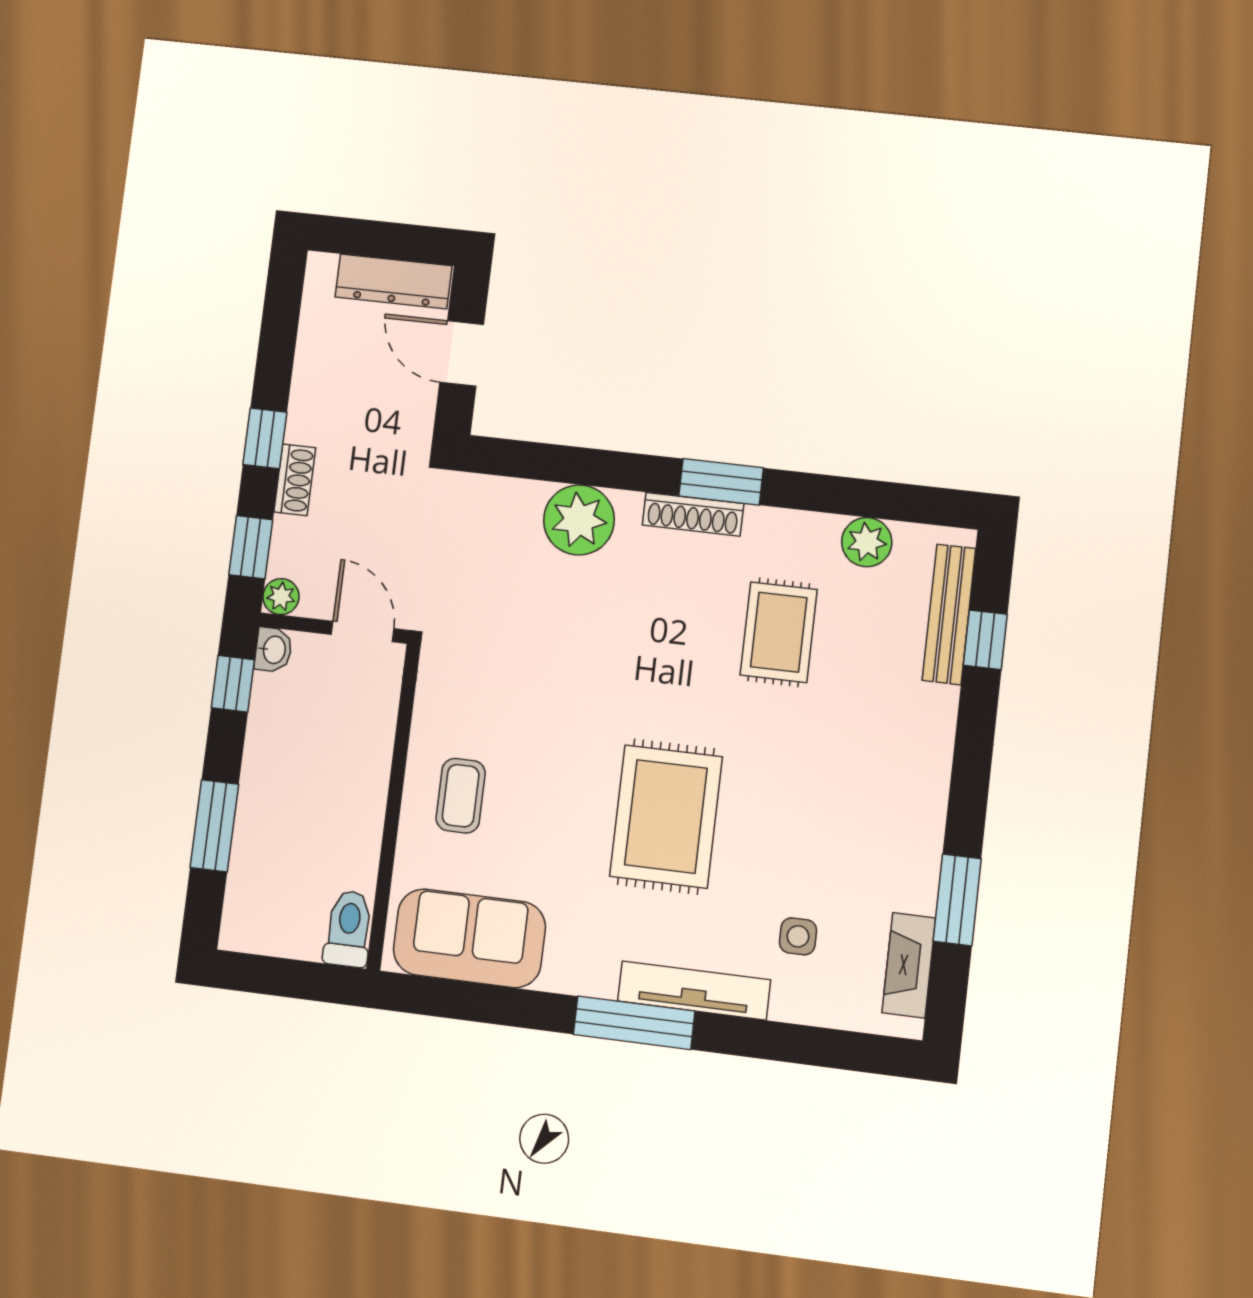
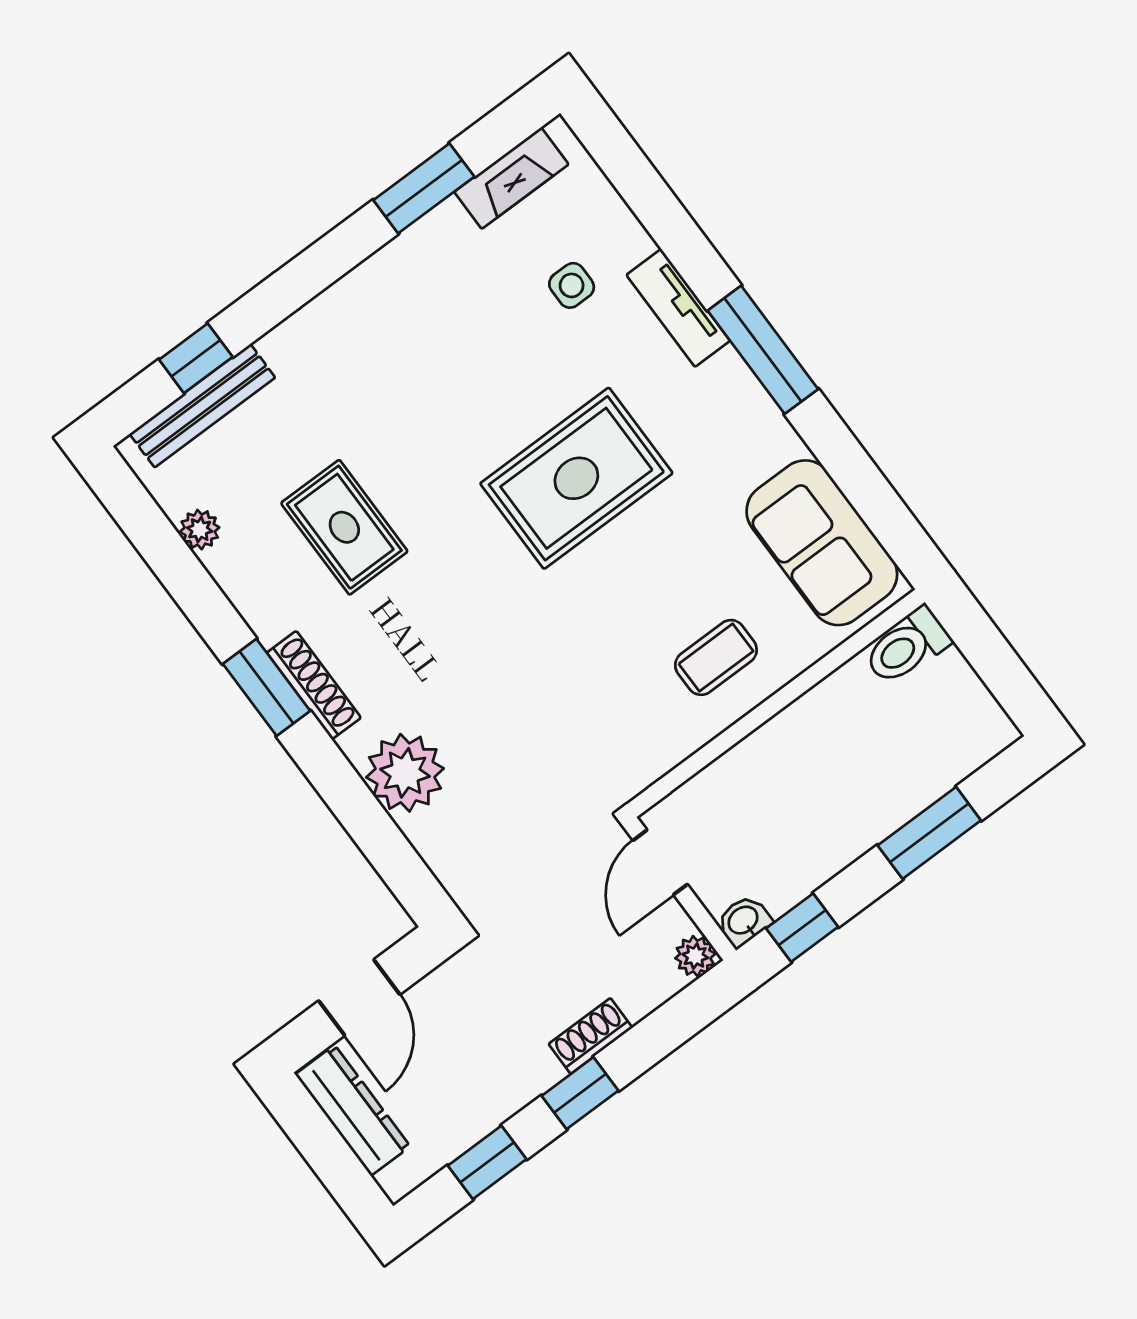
plant: (867, 542) -> (200, 530), width x0.73, depth x0.73
window: (251, 547) -> (487, 1162), moved
rug: (779, 632) -> (344, 527), turned 90
tv unit: (694, 990) -> (678, 308), width x0.71

